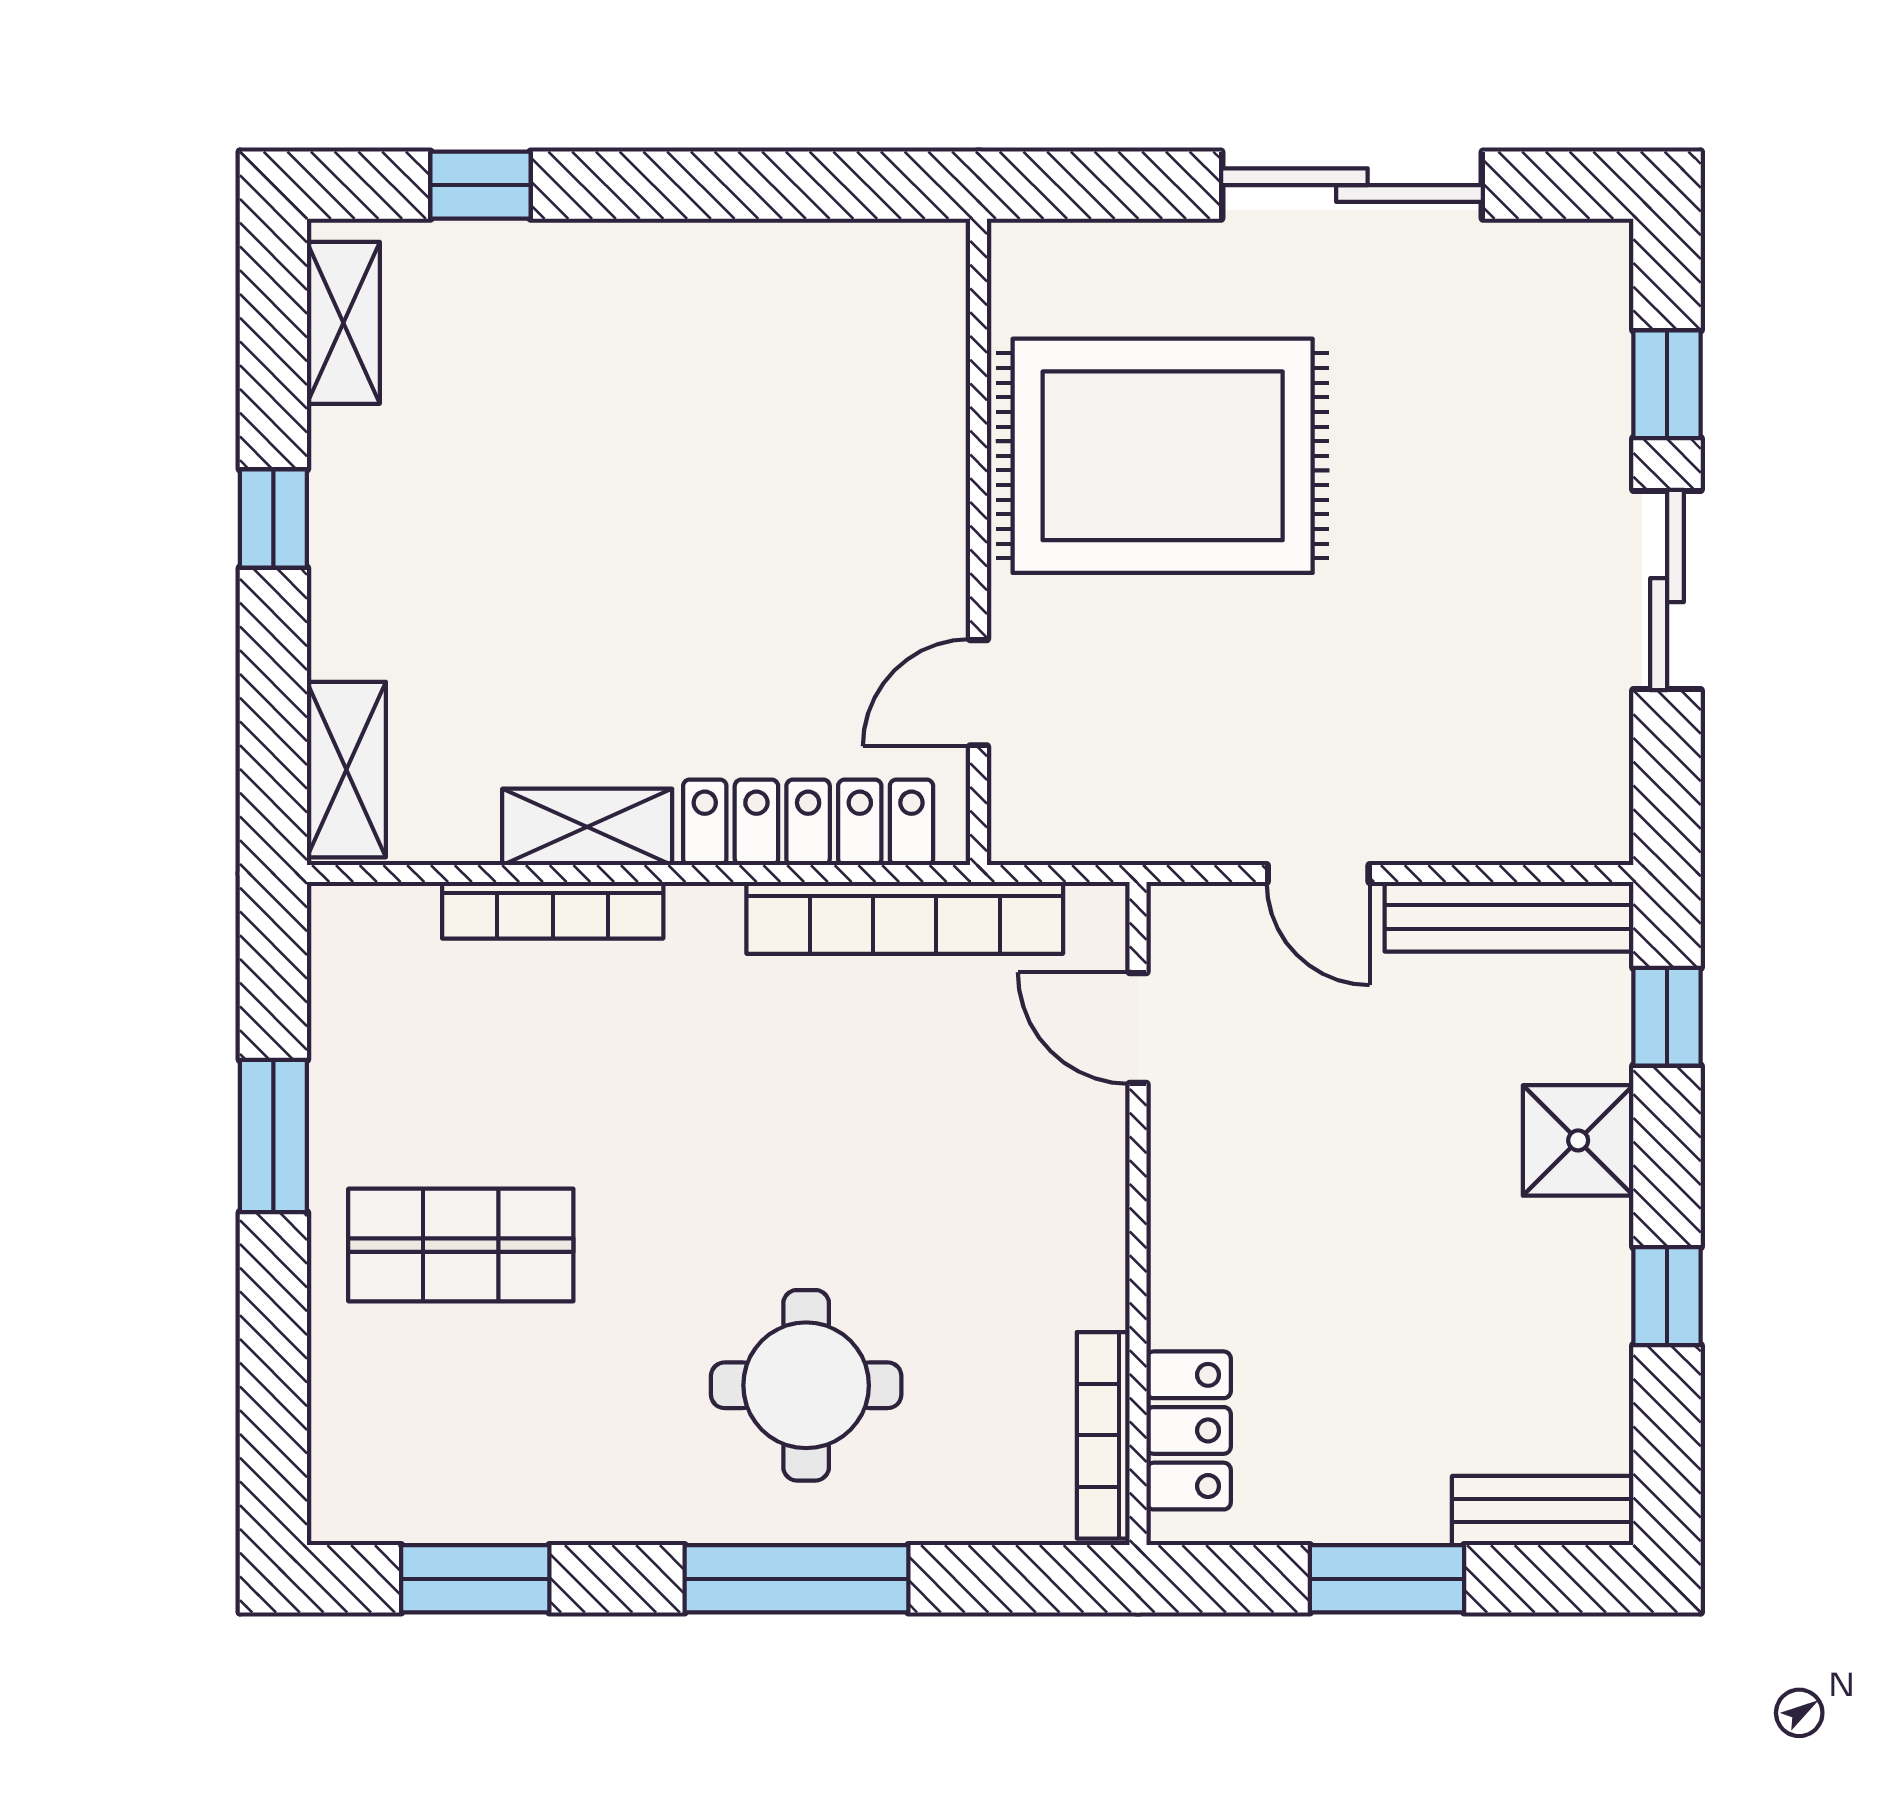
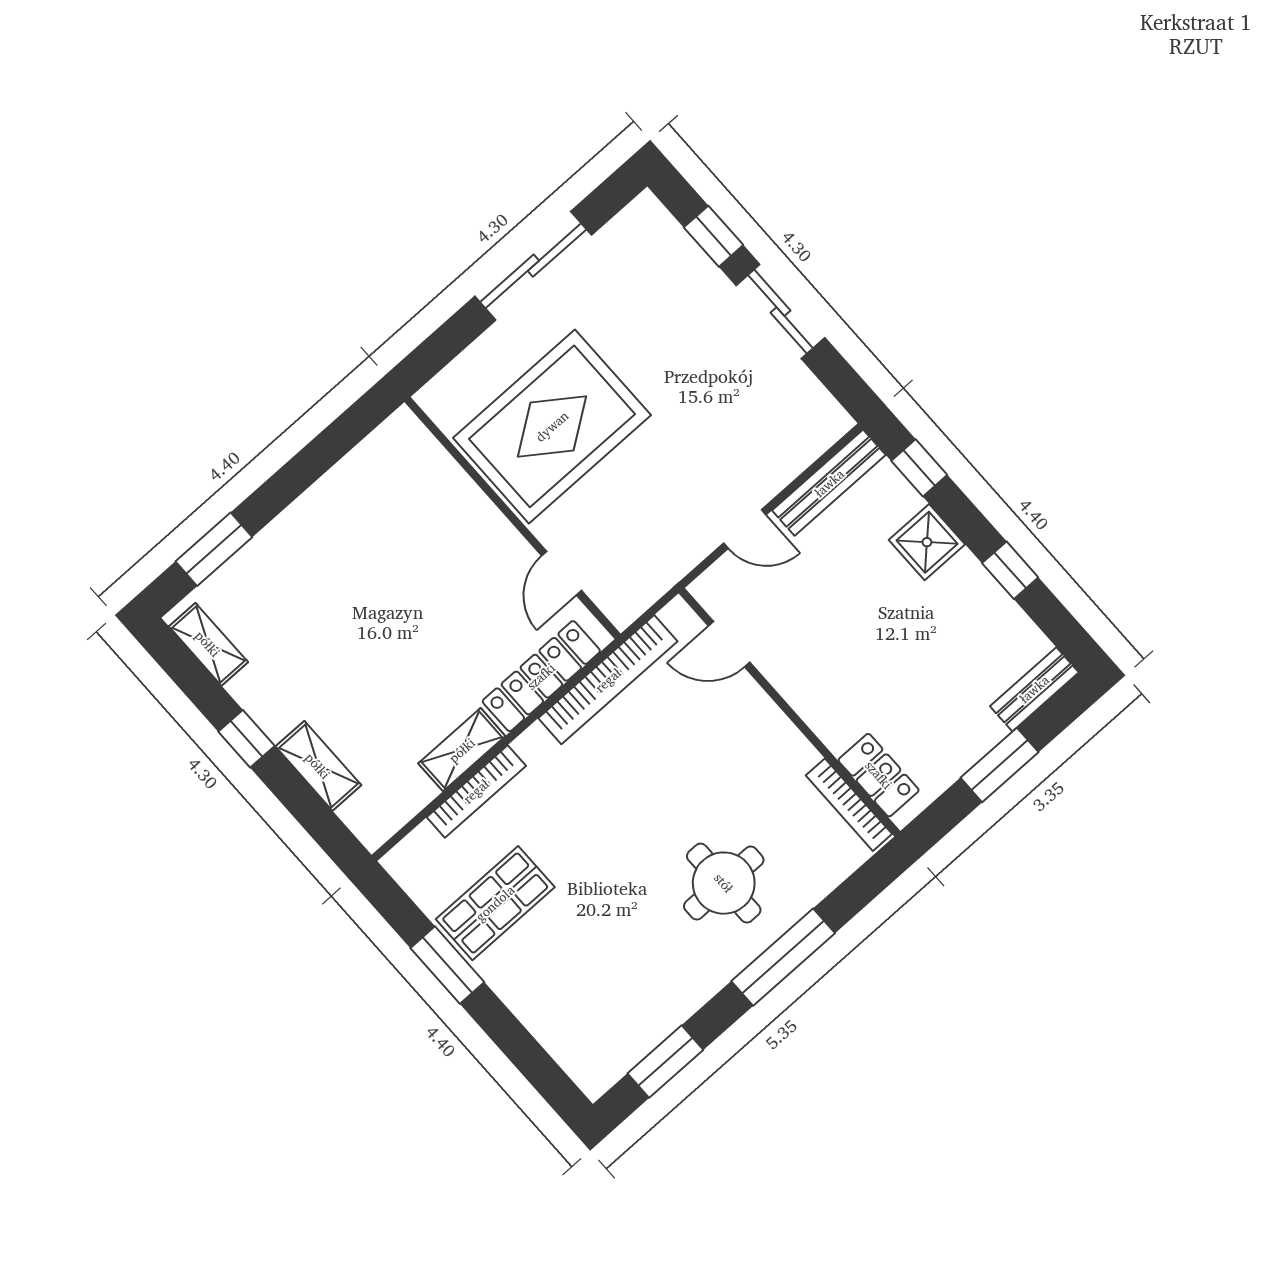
window: (480, 185) -> (214, 549), width x1.50
shelving: (346, 770) -> (318, 766), moved
shop shelf: (461, 1245) -> (495, 903), moved

